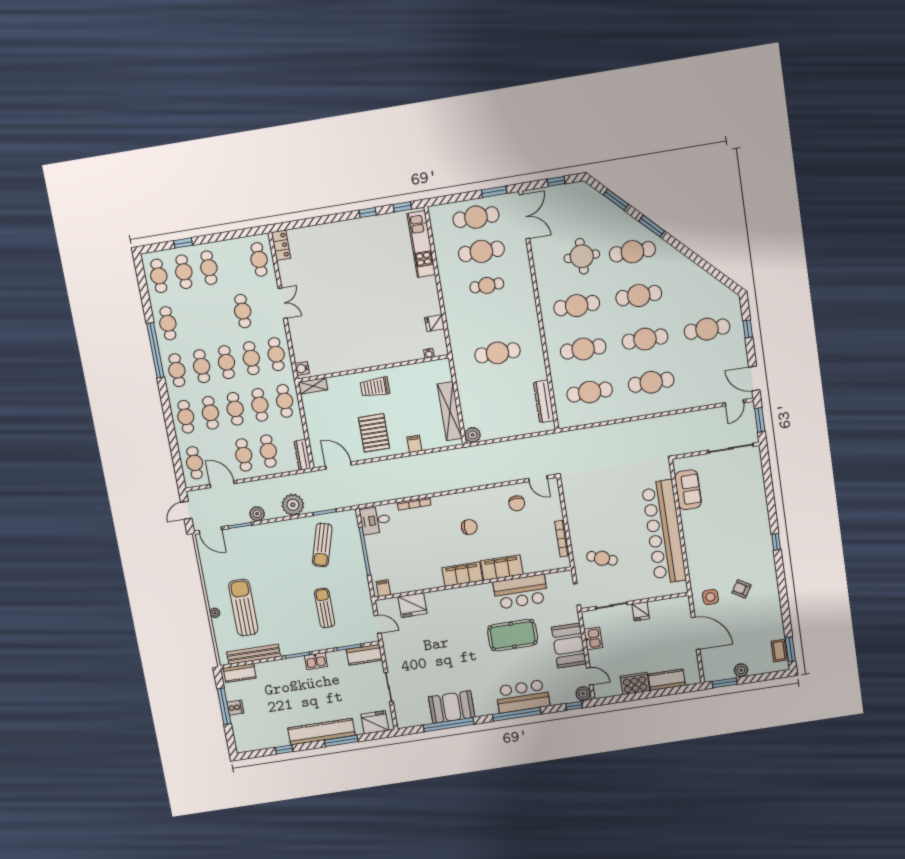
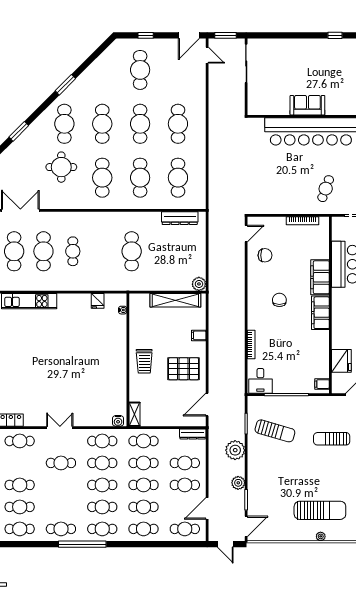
window: (652, 226) -> (65, 85), moved
sofa: (688, 490) -> (307, 105), moved
sun lounger: (243, 608) -> (320, 510), turned 180

